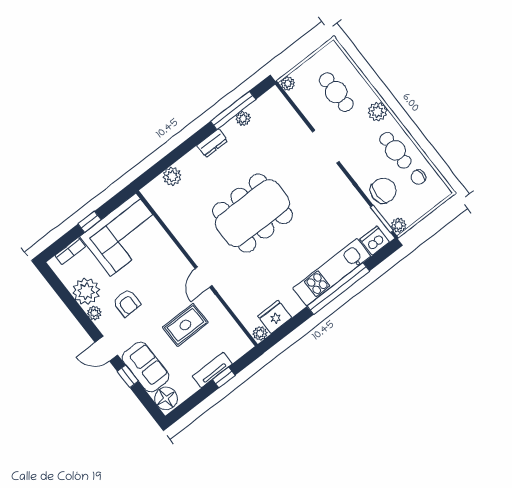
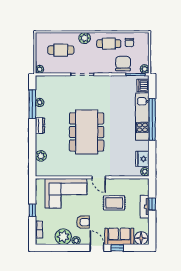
corner sofa: (123, 235) -> (66, 193), moved, turned 90
rug: (185, 325) -> (114, 203), turned 90
door: (106, 349) -> (97, 248), swing flipped

